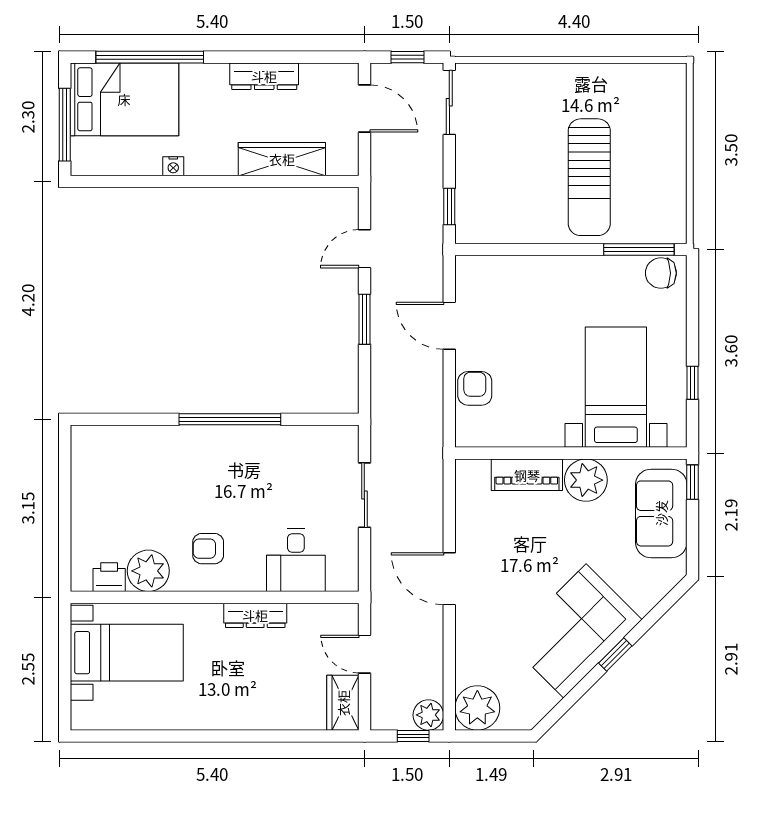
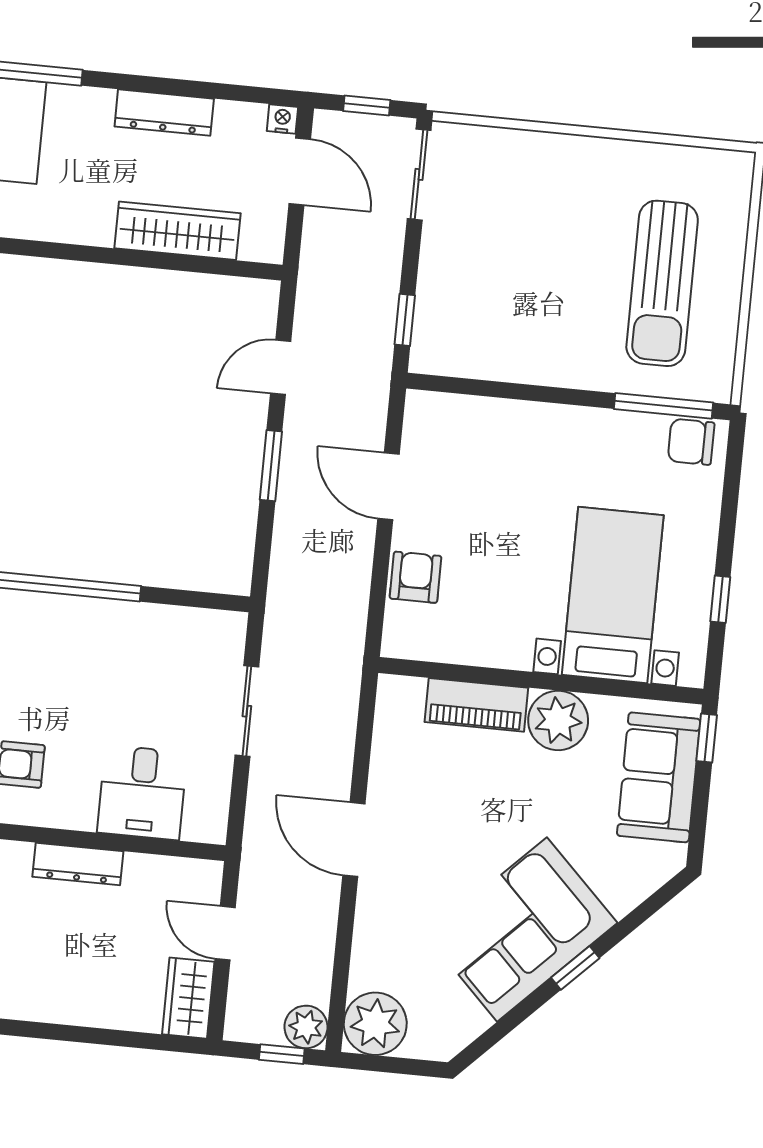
nightstand: (173, 166) -> (282, 119), moved, turned 180
sun lounger: (589, 177) -> (662, 283), moved

